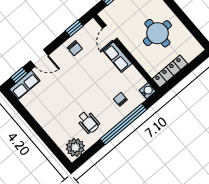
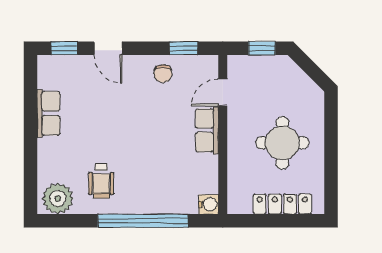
locker: (170, 71) -> (282, 204), moved
row of seats: (25, 85) -> (48, 113), moved, turned -90
chair: (120, 99) -> (165, 186), removed

